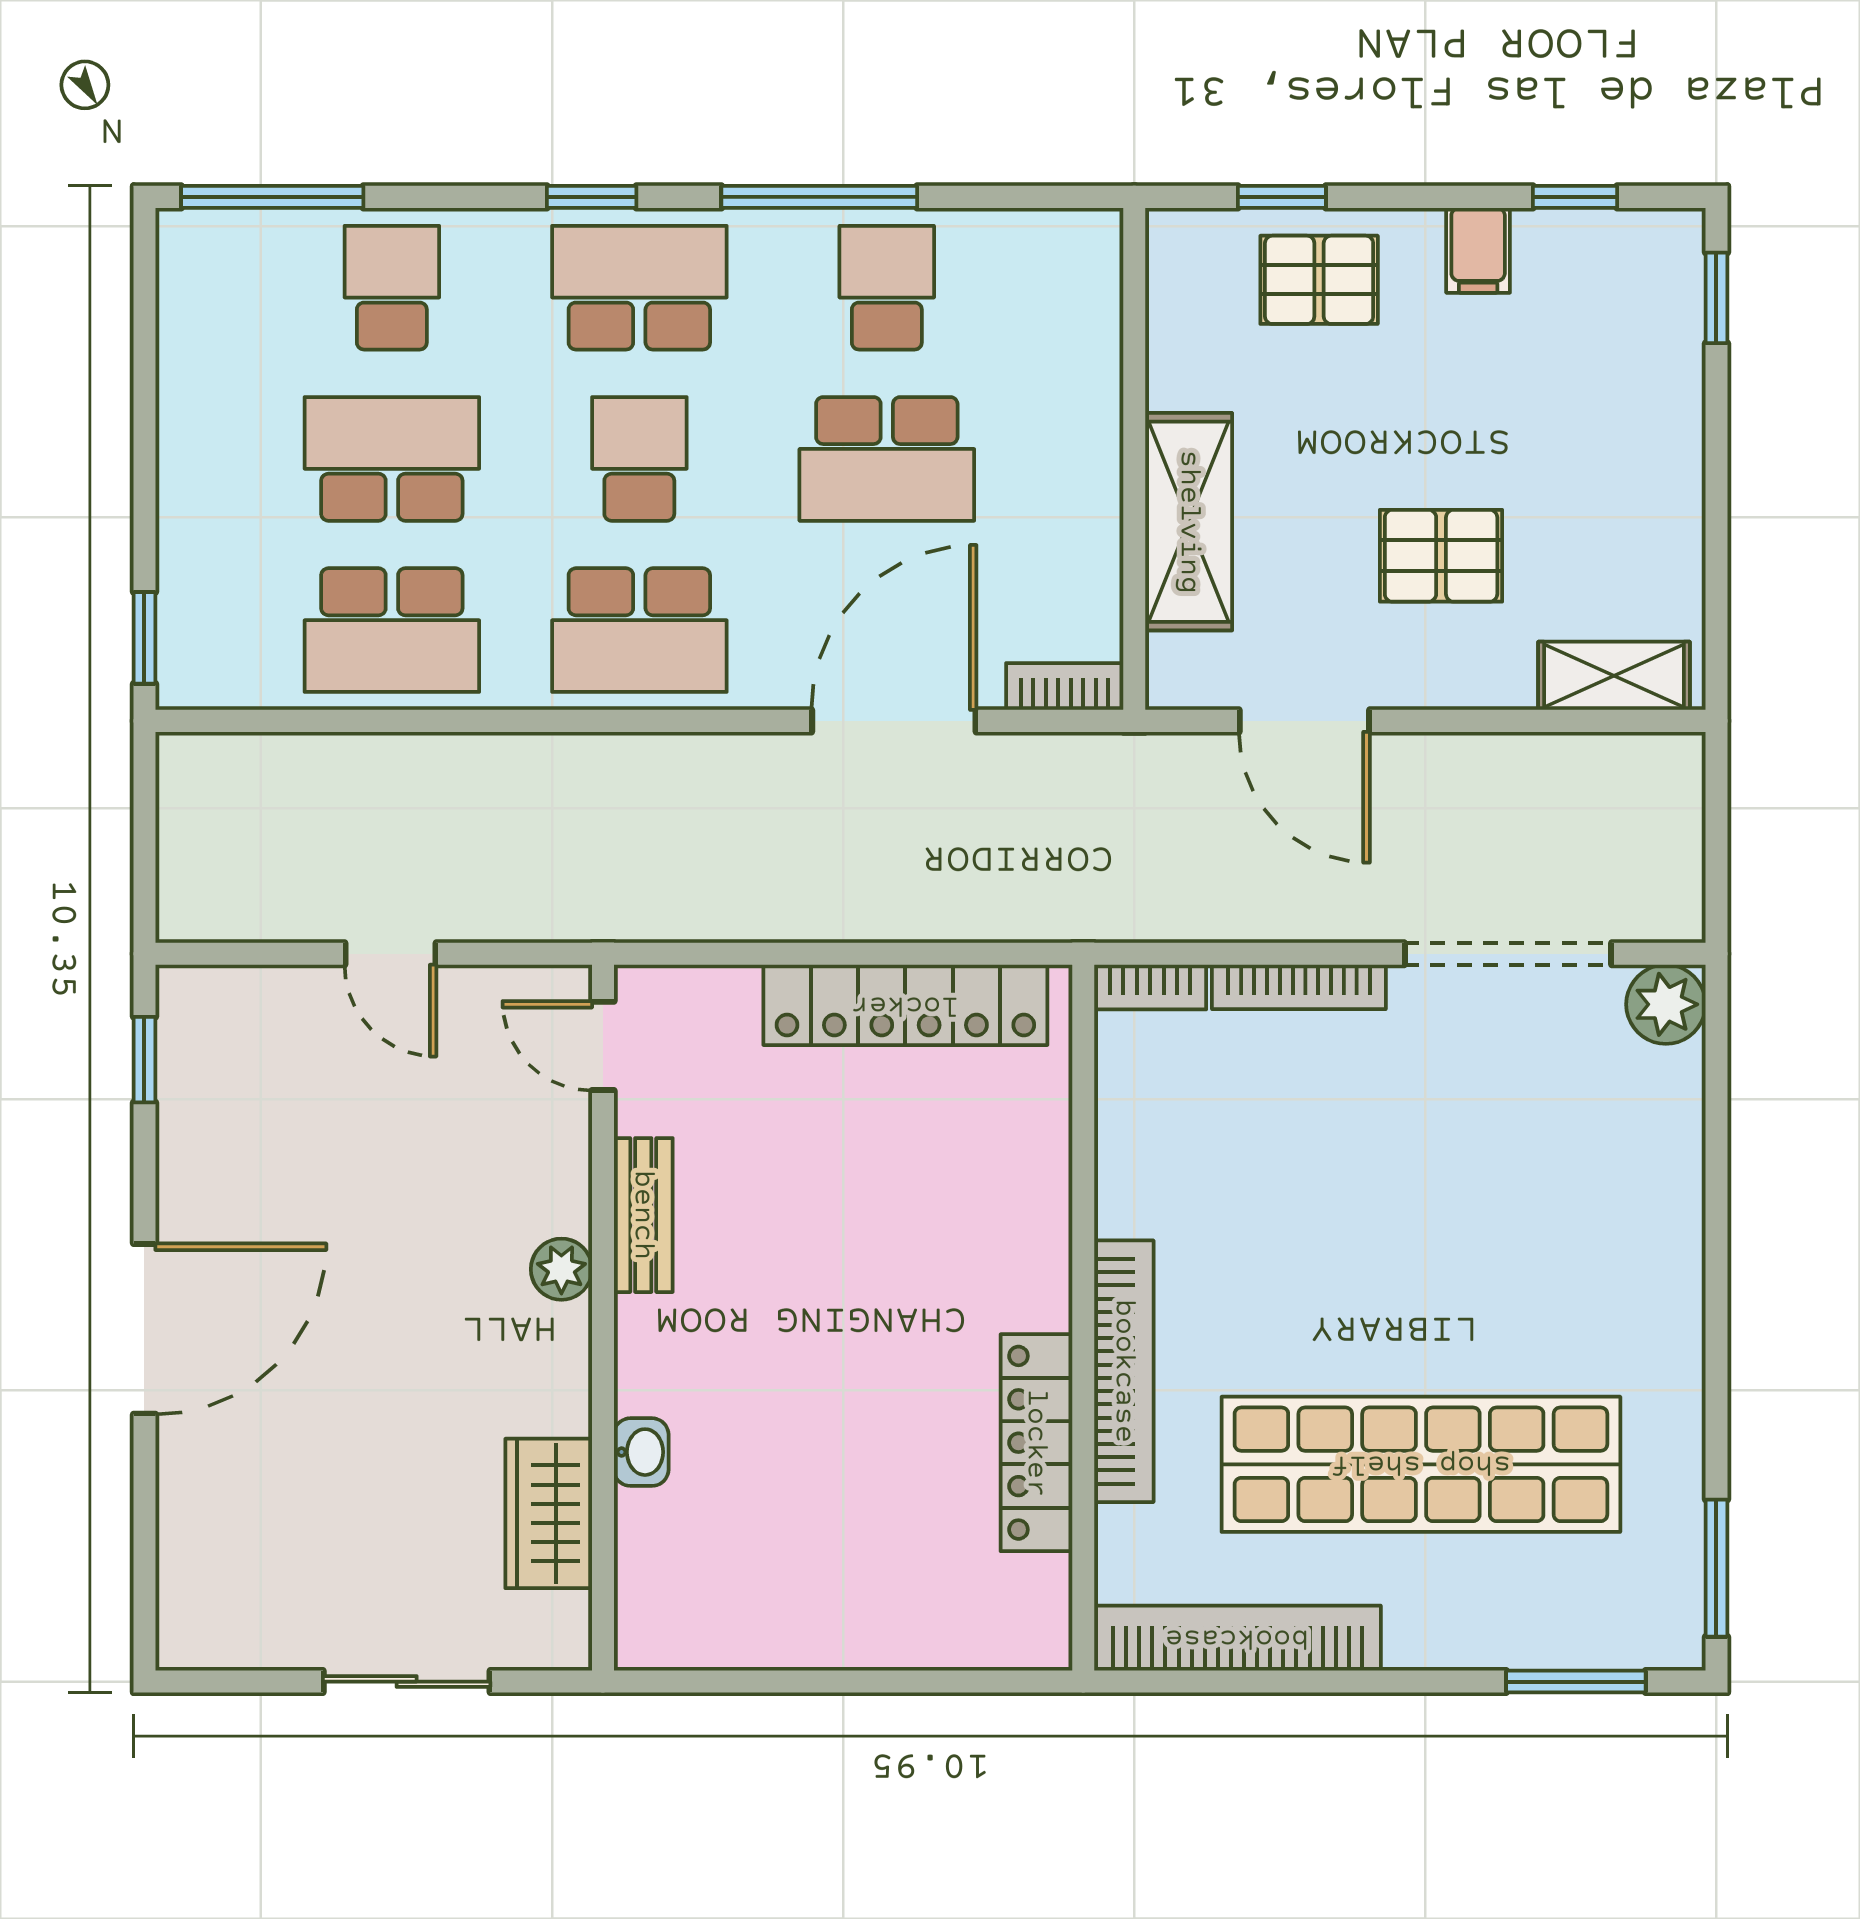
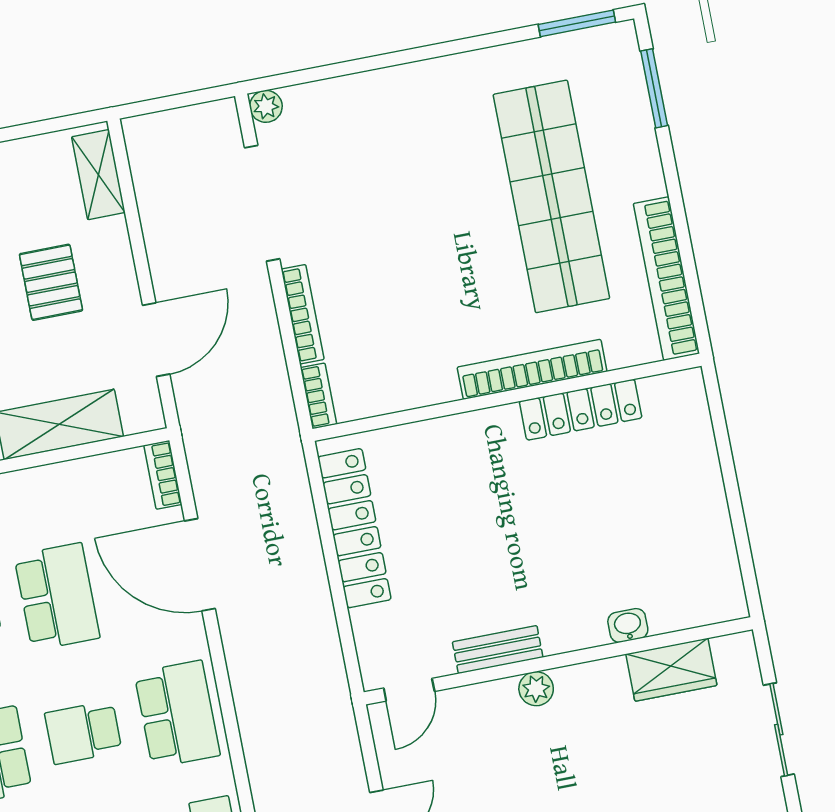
plant: (1666, 1004) -> (266, 106), width x0.73, depth x0.73

